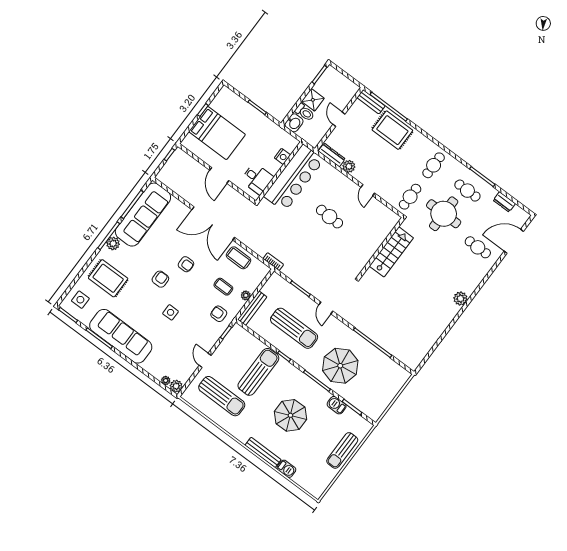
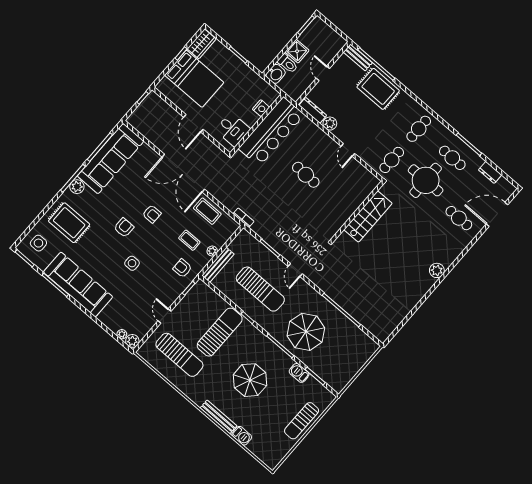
wardrobe: (222, 99) -> (202, 44), added

